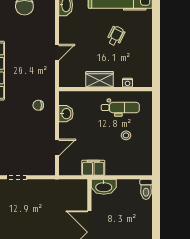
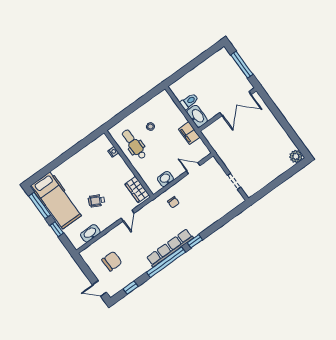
wheelchair: (116, 36) -> (97, 201), moved
door: (57, 52) -> (128, 216), swing flipped
wardrobe: (100, 79) -> (137, 189), moved
toilet: (146, 189) -> (189, 101), moved

